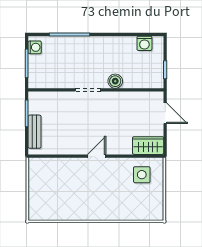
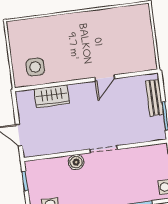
wardrobe: (148, 146) -> (52, 96), moved
door: (97, 156) -> (105, 78), moved

